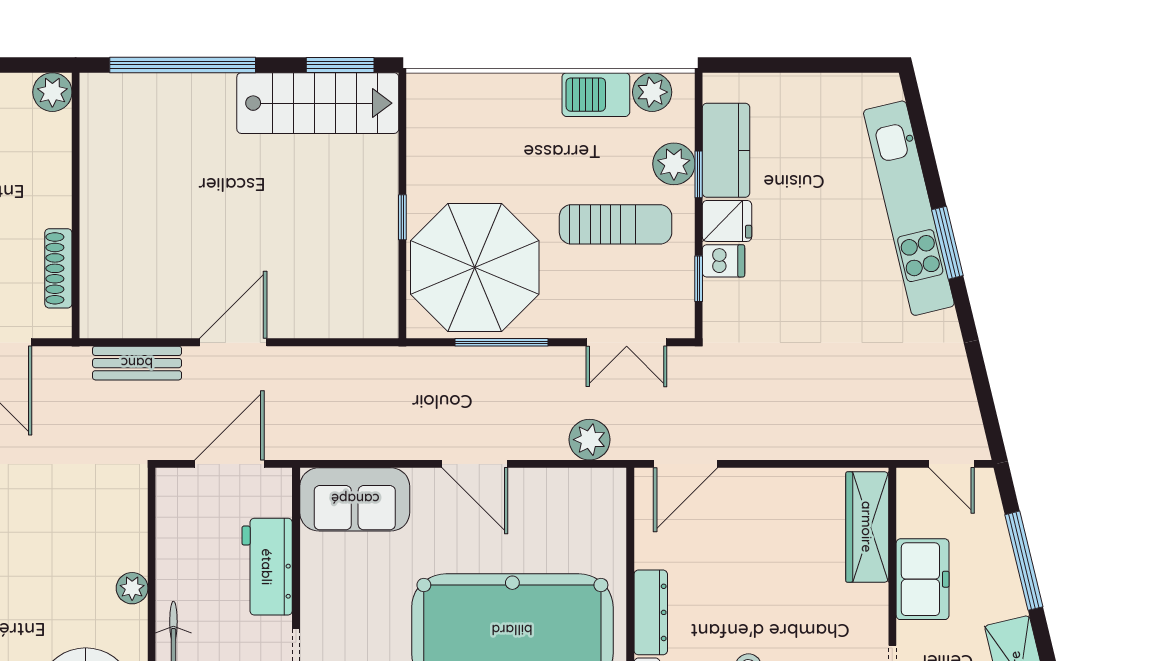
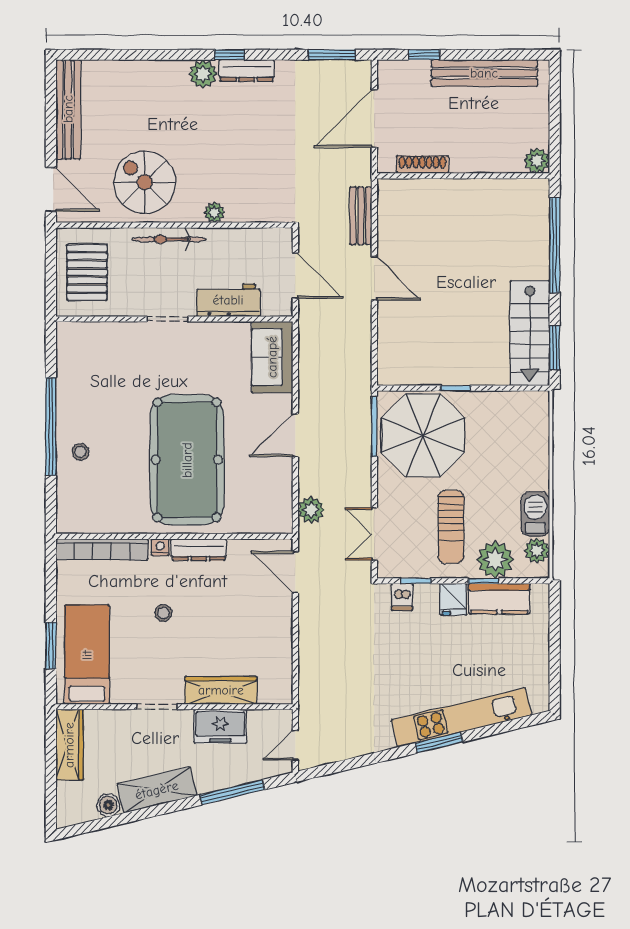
plant: (674, 164) -> (495, 560), width x1.36, depth x1.36
dishwasher: (724, 261) -> (402, 597), moved
window: (501, 342) -> (374, 426), moved
wardrobe: (867, 527) -> (221, 690), moved

